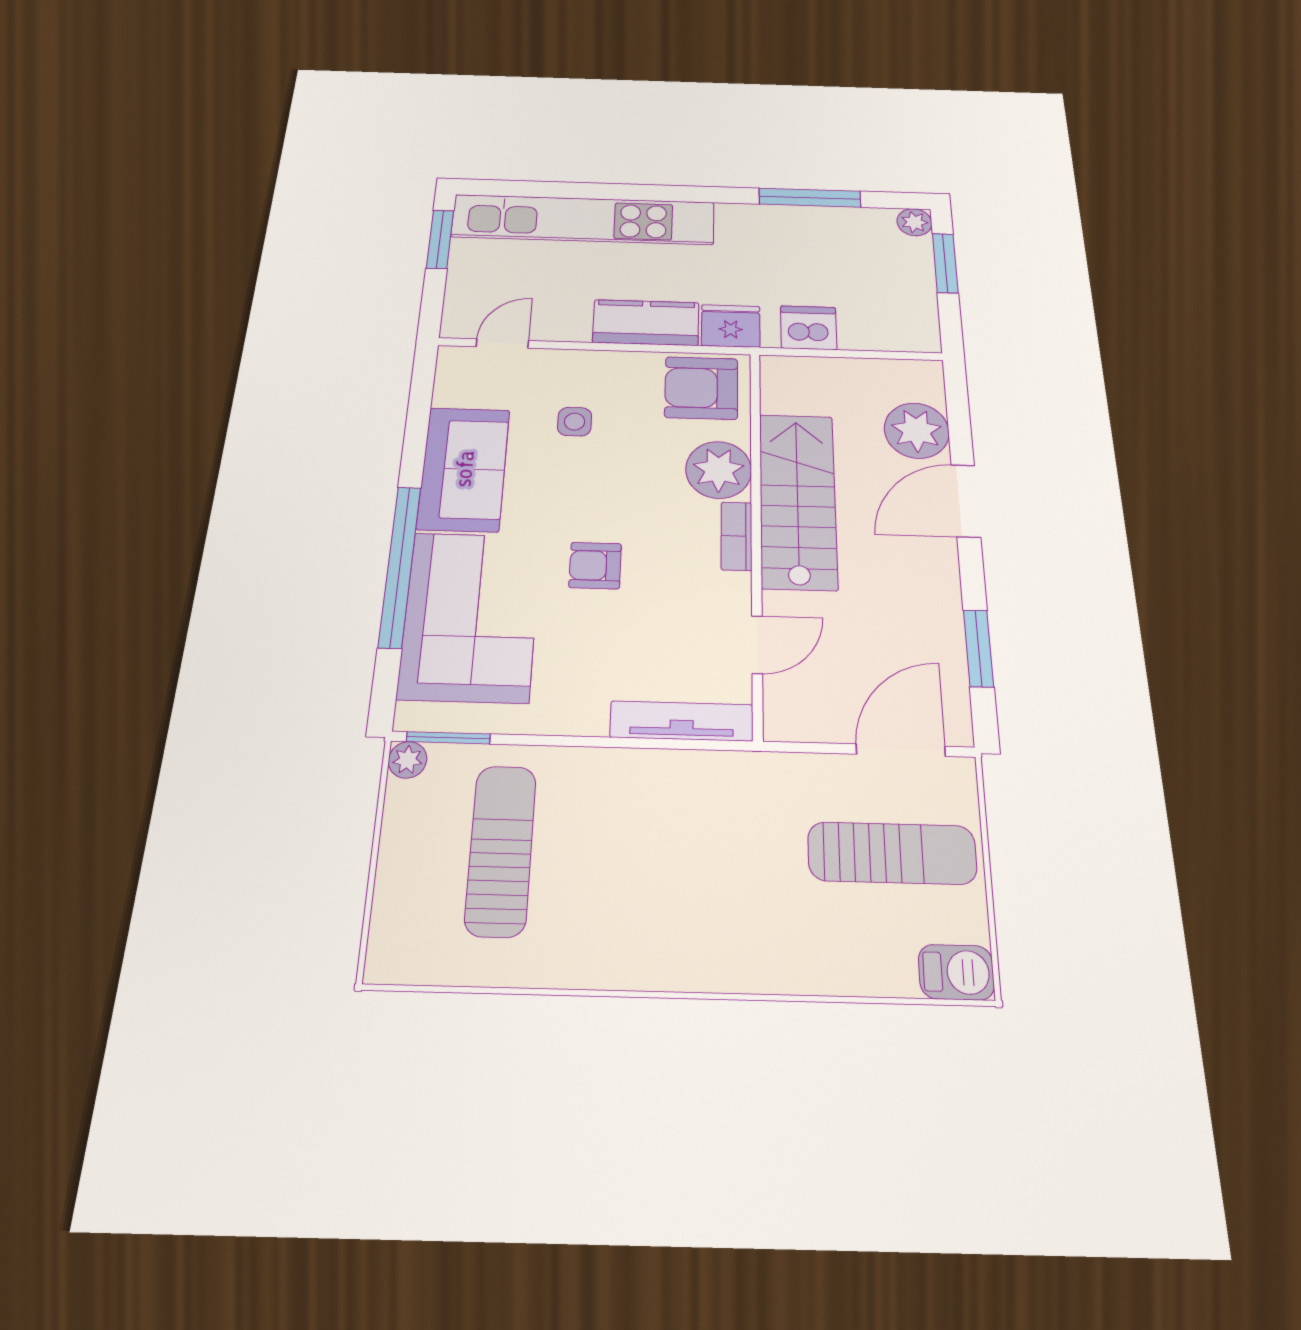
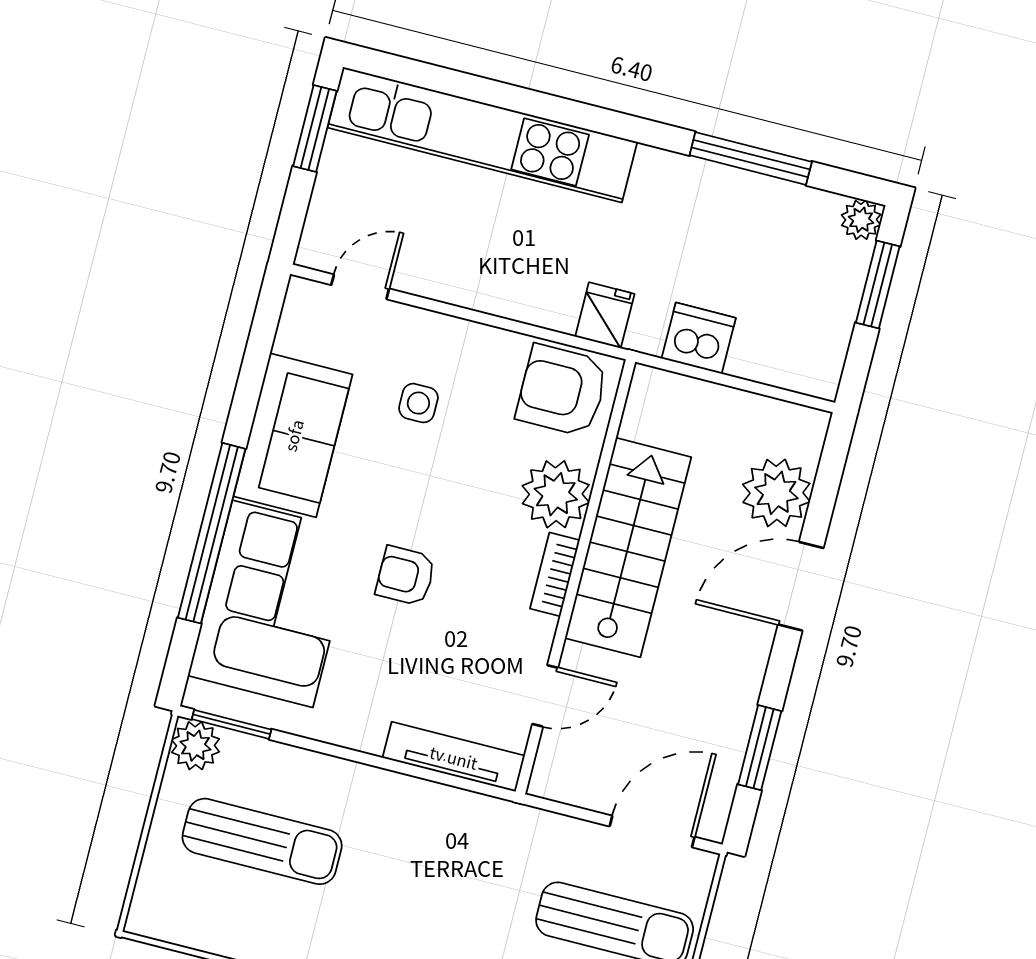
kitchen counter: (646, 323) -> (522, 293), removed
fridge: (731, 326) -> (605, 315), width x0.72
plant: (407, 760) -> (195, 746), width x1.38, depth x1.38
sun lounger: (501, 850) -> (262, 841), turned 90

